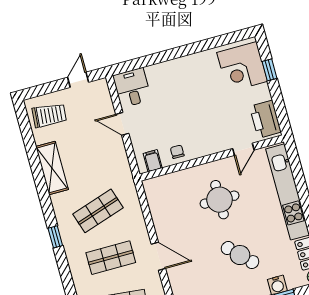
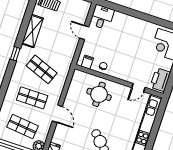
round table: (220, 200) -> (99, 94), moved
shop shelf: (98, 211) -> (42, 69), turned 39
window: (55, 237) -> (15, 54), moved

